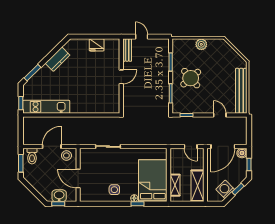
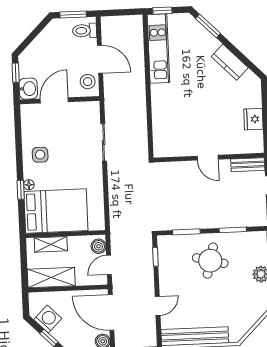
round table: (191, 78) -> (210, 261), turned -35
boiler: (178, 153) -> (98, 246), added
washbasin: (59, 196) -> (28, 89), moved

